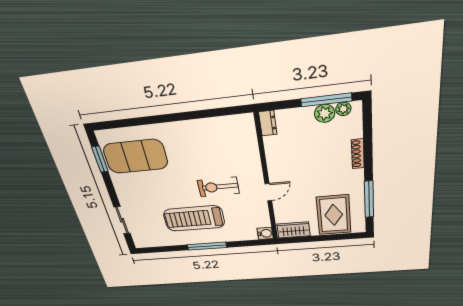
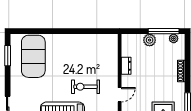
plant: (325, 113) -> (150, 40), moved
dresser: (268, 123) -> (126, 66), moved
exercise mat: (135, 156) -> (33, 56), turned 90

